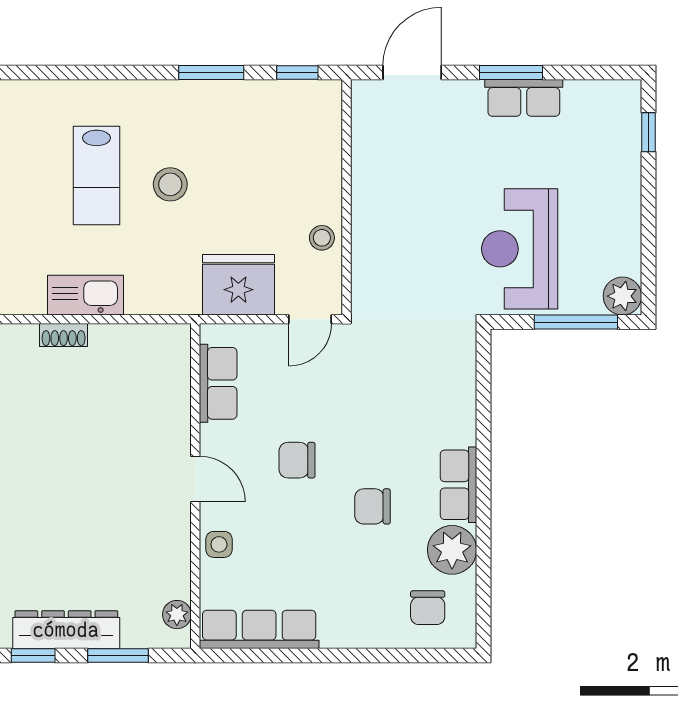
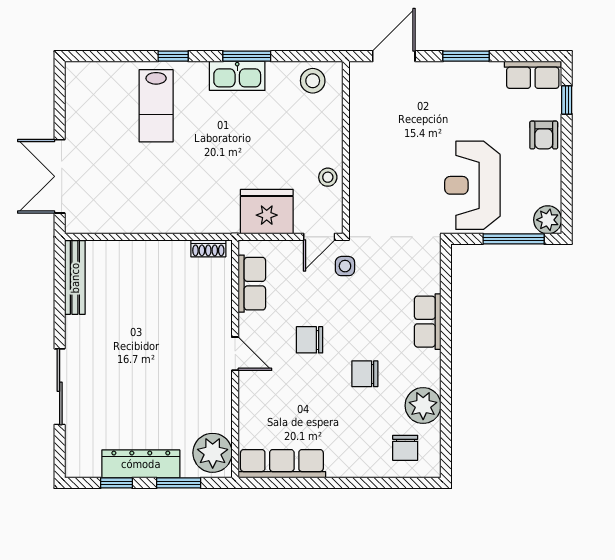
window: (297, 72) -> (173, 56), moved
row of seats: (524, 98) -> (533, 75), moved
lab bench: (97, 175) -> (156, 106), moved
armchair: (617, 180) -> (544, 135), added
stool: (170, 184) -> (313, 81), moved
kitchen sink: (85, 295) -> (237, 76), moved, turned 180
shoe rack: (64, 335) -> (208, 248), moved
row of seats: (458, 485) -> (428, 322), moved
side table: (219, 544) -> (345, 266), moved
plant: (177, 615) -> (213, 453), width x1.87, depth x1.87

